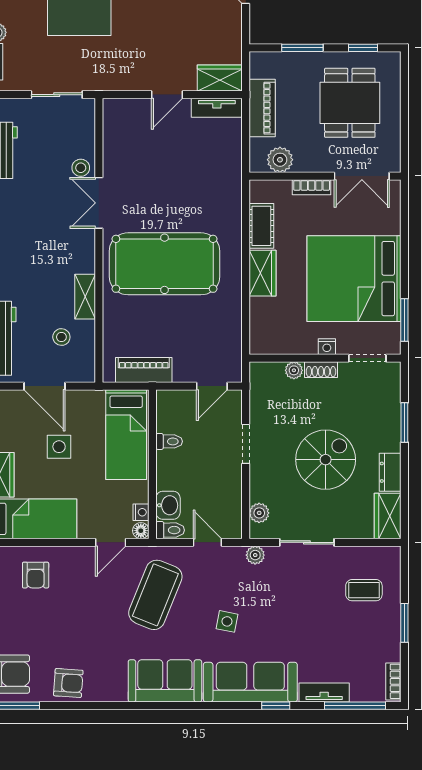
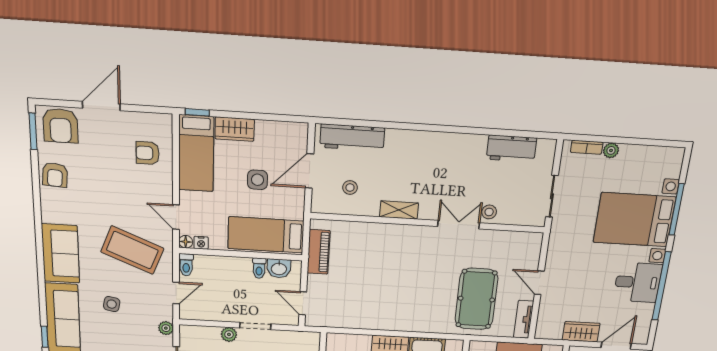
wardrobe: (220, 78) -> (581, 332), moved, turned -90
pool table: (164, 264) -> (476, 299), moved, width x0.73, depth x0.76
shelving: (85, 297) -> (399, 210), moved
washbasin: (168, 505) -> (279, 268), moved
plant: (259, 513) -> (229, 334), moved

